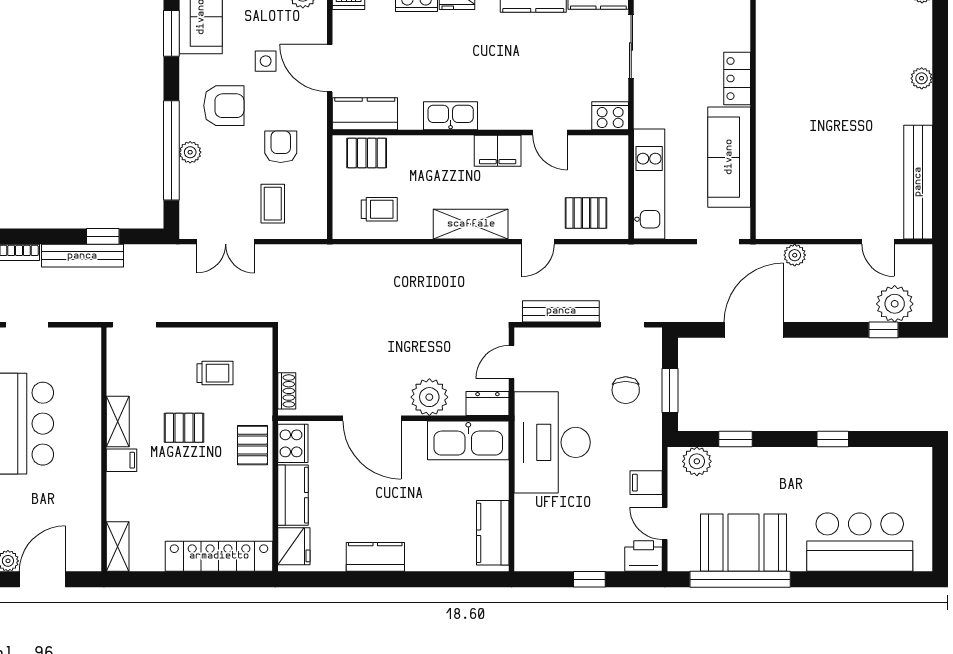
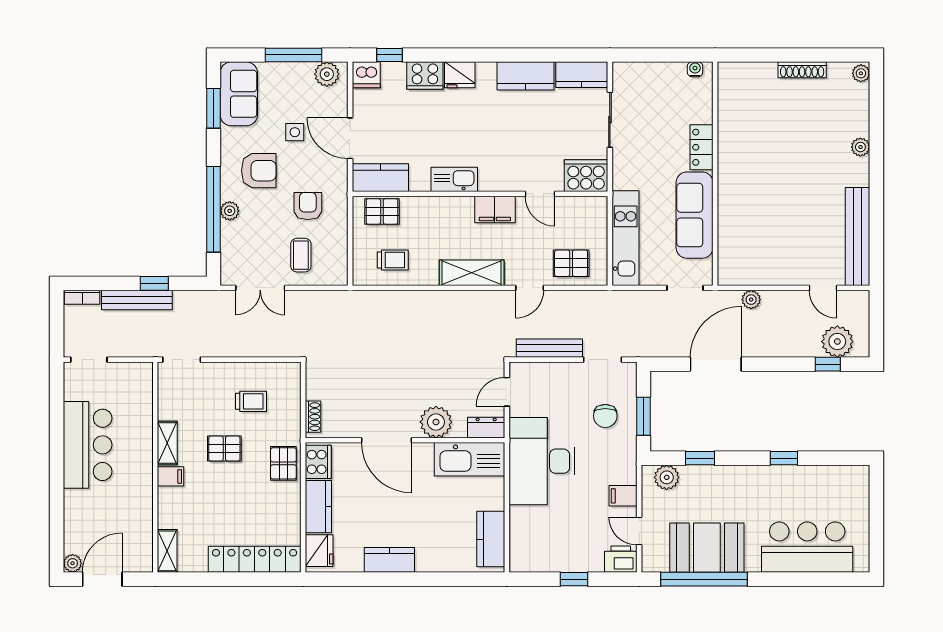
cooker: (610, 116) -> (586, 176), width x1.37, depth x1.31

